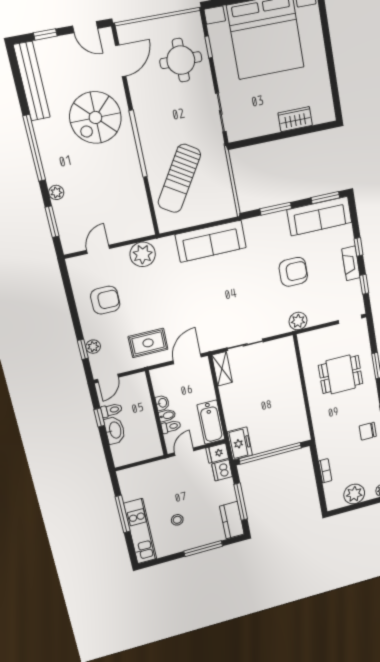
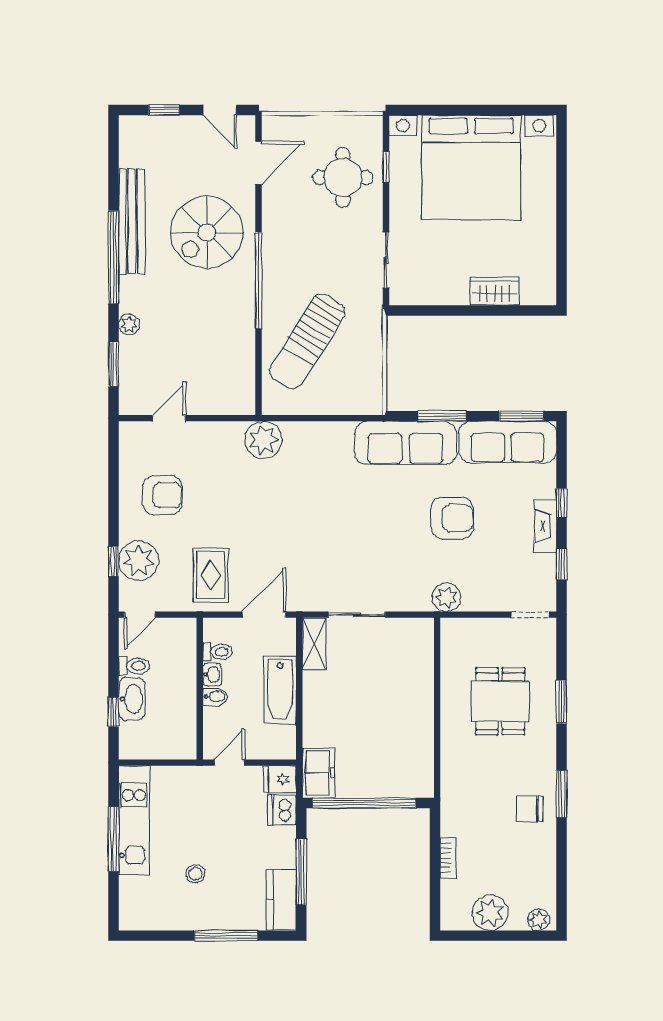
bench: (32, 81) -> (132, 221), moved
sofa: (211, 241) -> (406, 443), moved
plant: (143, 254) -> (263, 440), moved
rug: (148, 343) -> (211, 575), turned 90
plant: (93, 347) -> (139, 561), width x1.88, depth x1.88
dining table: (341, 375) -> (500, 701), turned 90
window: (99, 418) -> (114, 712), moved
bathtub: (211, 422) -> (280, 690), moved
toilet: (171, 427) -> (217, 652), moved
kitchen unit: (140, 531) -> (134, 820), moved

